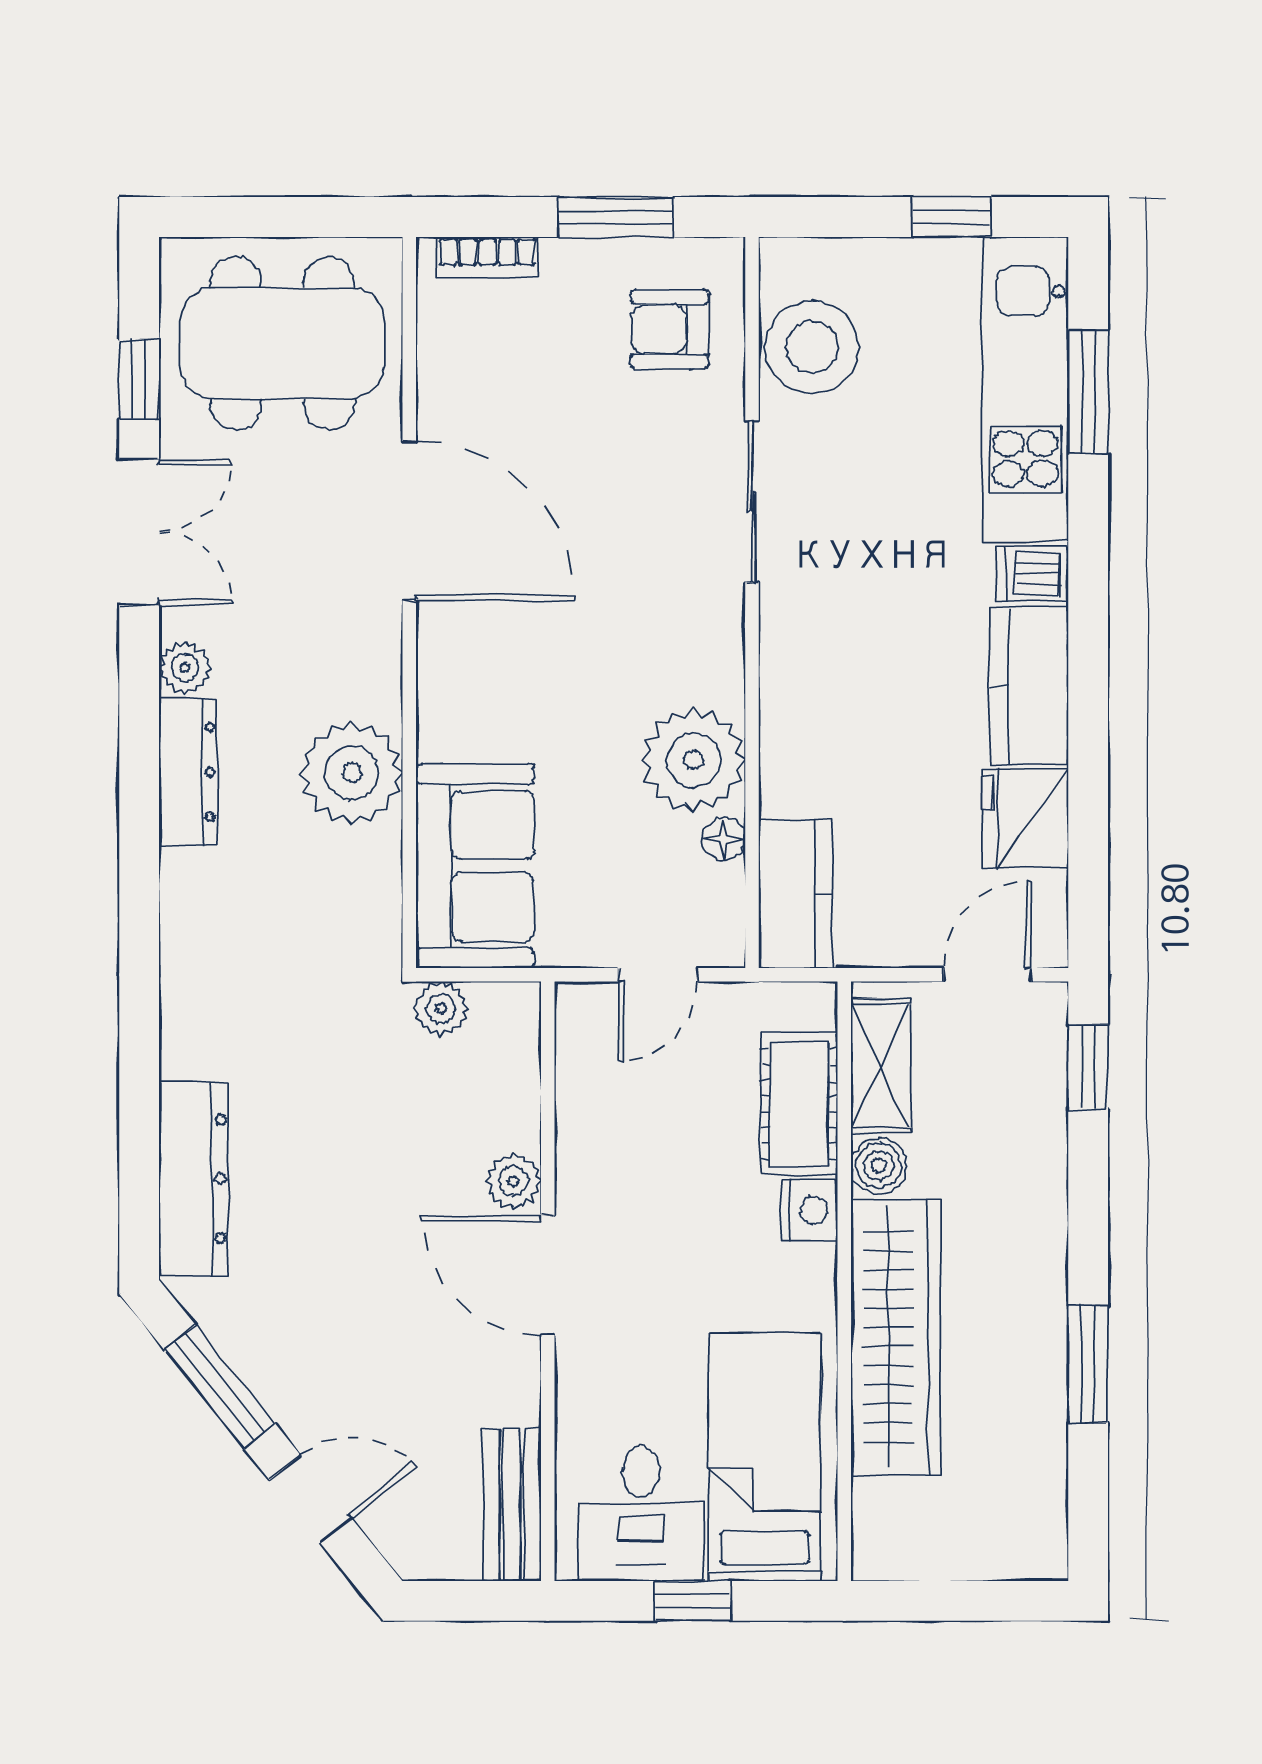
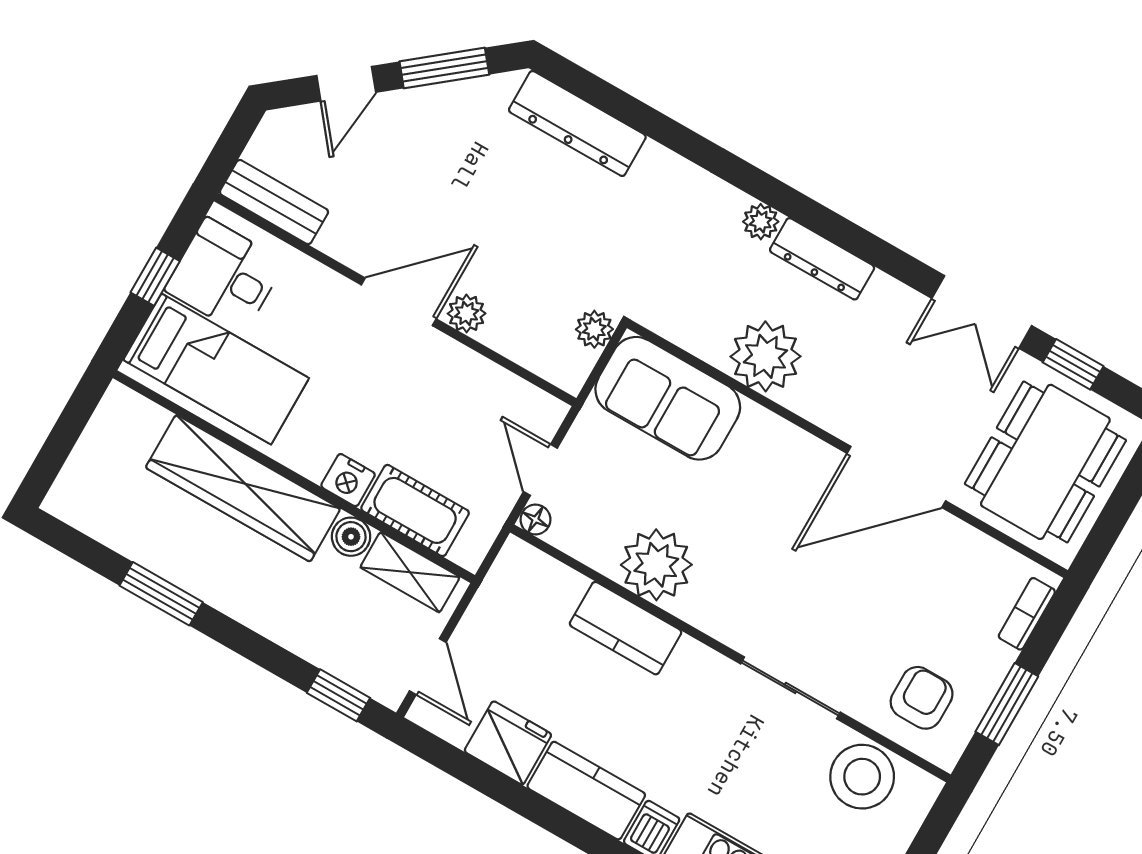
plant: (185, 668) -> (761, 222), moved
floor lamp: (724, 839) -> (535, 520), moved
kitchen counter: (796, 894) -> (626, 628), moved

